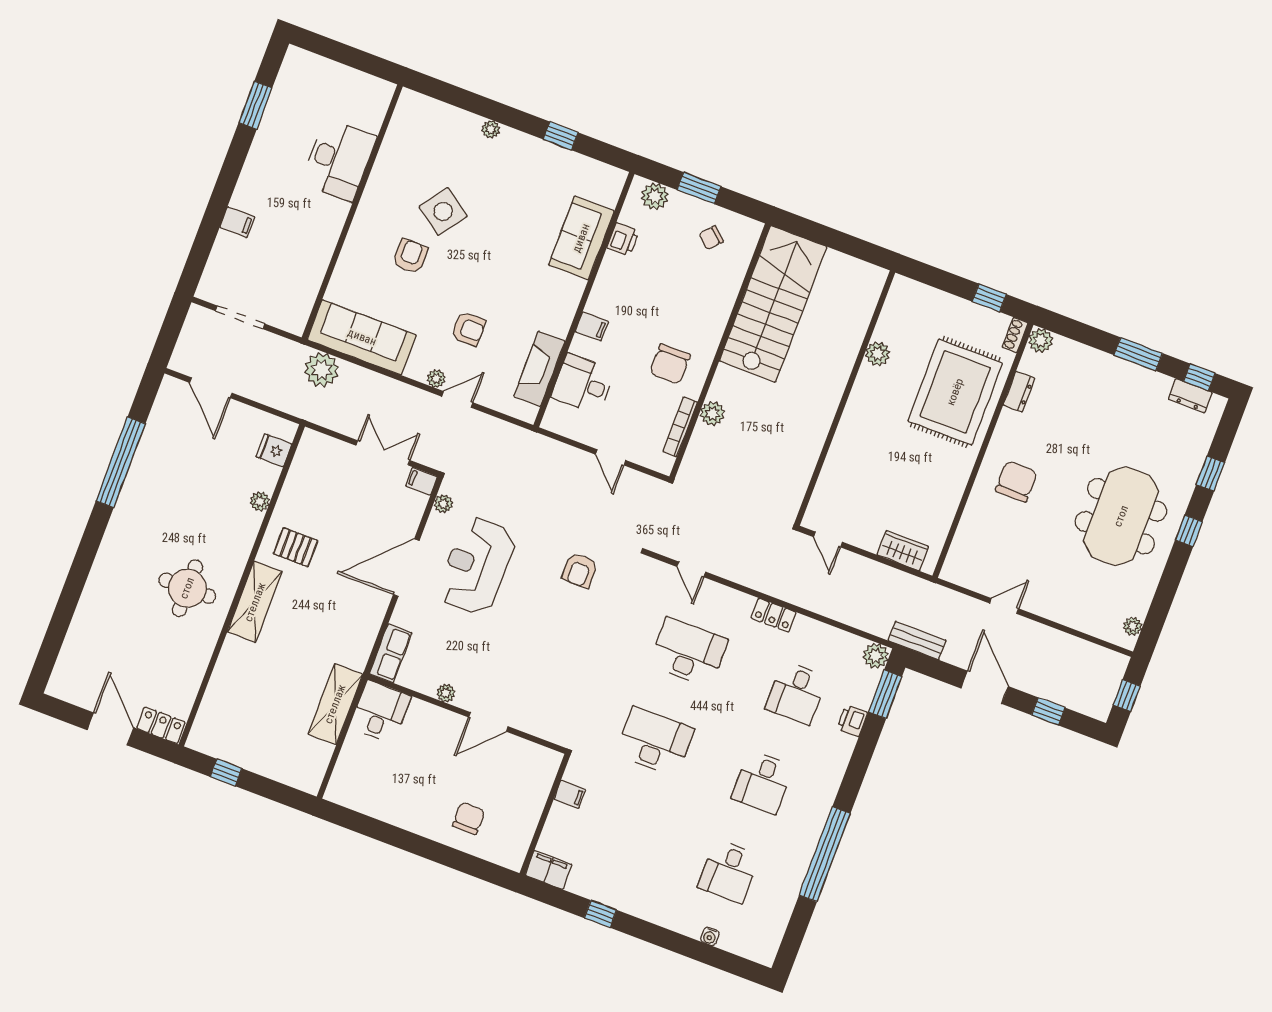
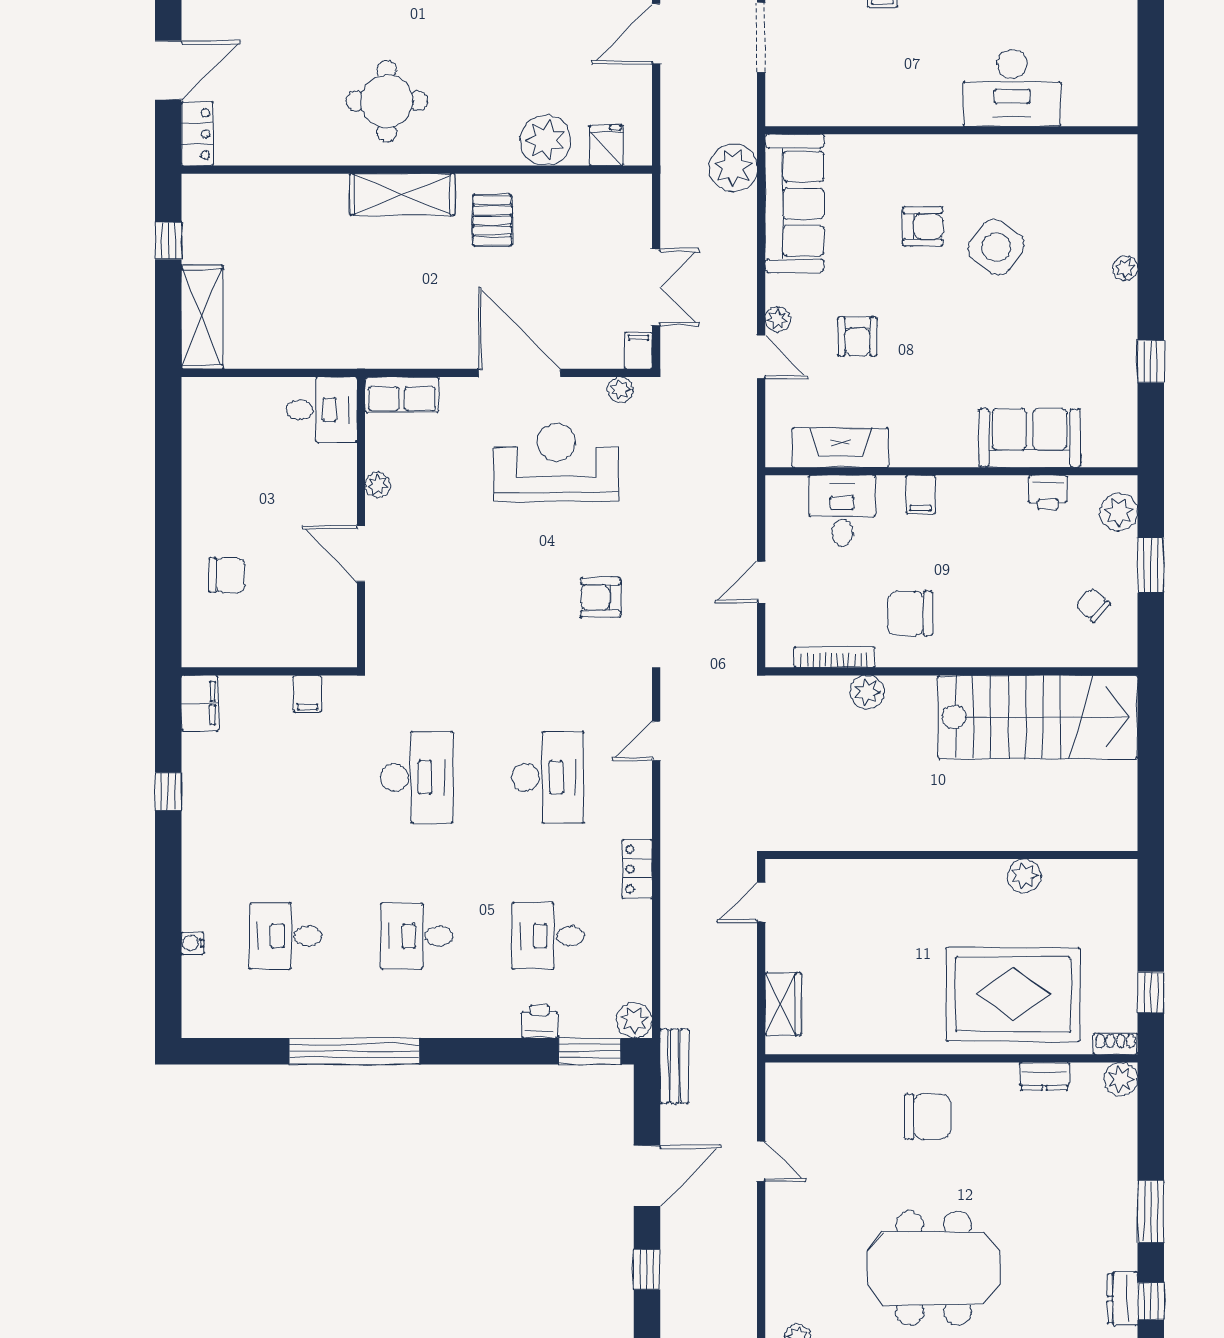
plant: (260, 501) -> (546, 140), width x1.87, depth x1.87
shelving: (335, 704) -> (202, 317), moved, turned 90

